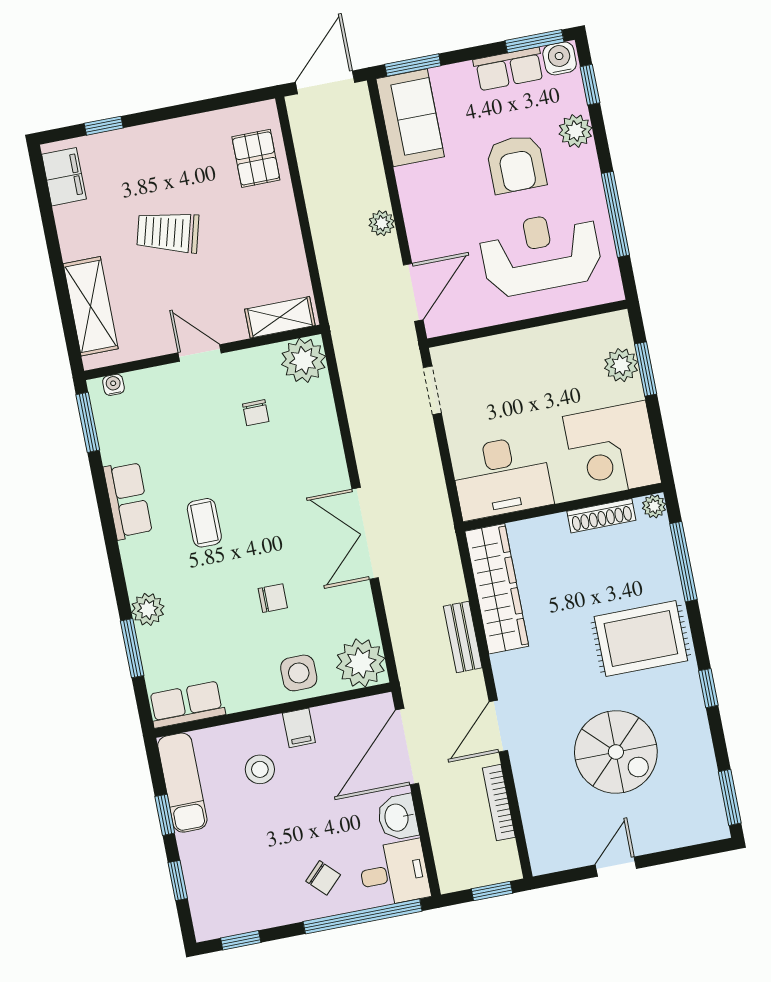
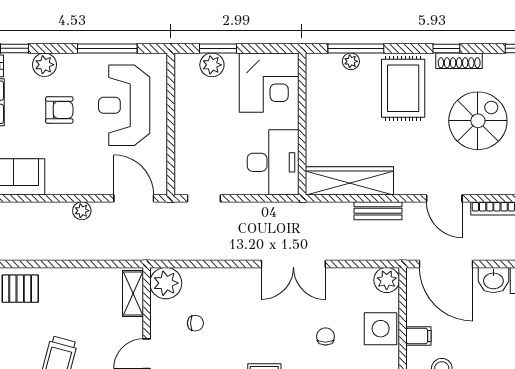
armchair: (516, 164) -> (59, 110), width x0.72, depth x0.72
plant: (654, 506) -> (351, 61), moved
shoe rack: (601, 516) -> (459, 61), moved, turned 90
plant: (361, 663) -> (387, 280), width x0.73, depth x0.73
side table: (299, 673) -> (381, 329), width x1.37, depth x1.37

